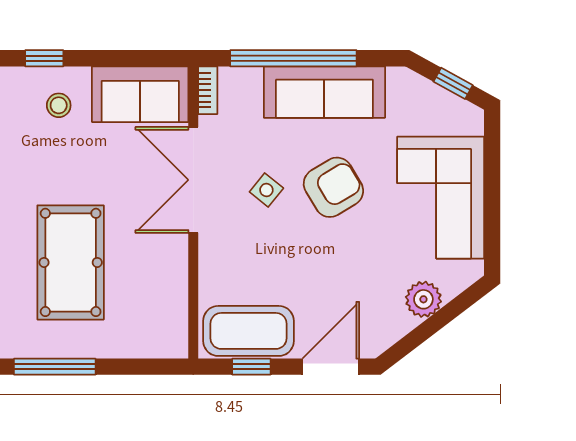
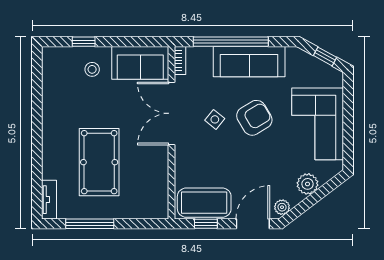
plant: (380, 339) -> (282, 207), added

